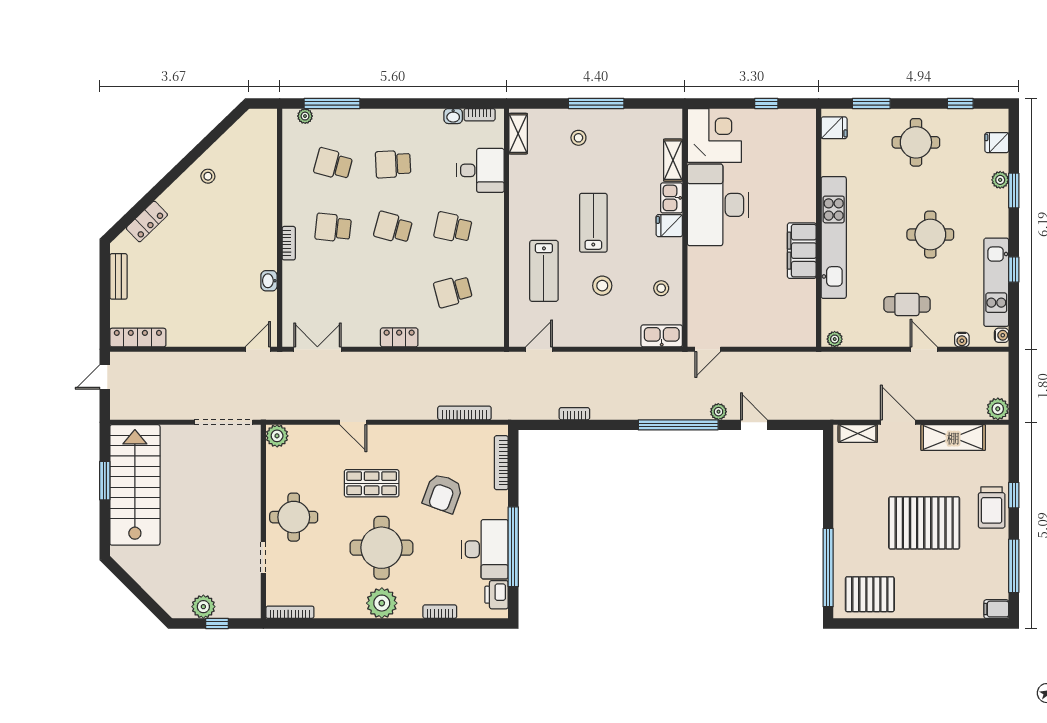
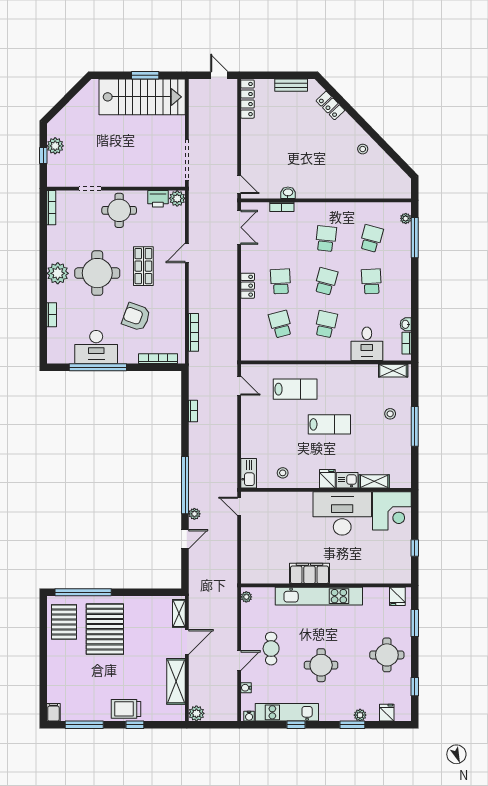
bookcase: (289, 243) -> (282, 207), moved
lab bench: (544, 271) -> (295, 389), turned 180
stool: (602, 286) -> (284, 431), removed
school desk: (393, 291) -> (281, 281), added
pallet: (924, 523) -> (105, 629), moved
printer: (496, 595) -> (158, 199), moved, turned 180

